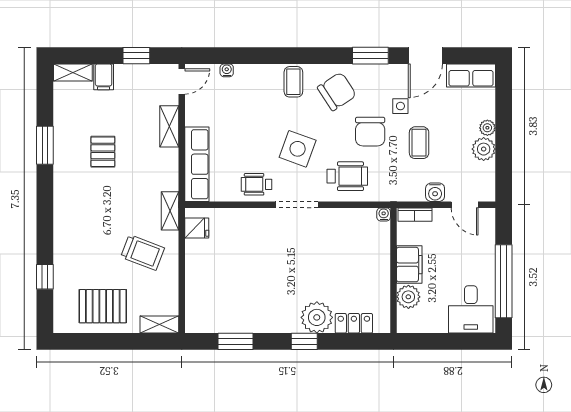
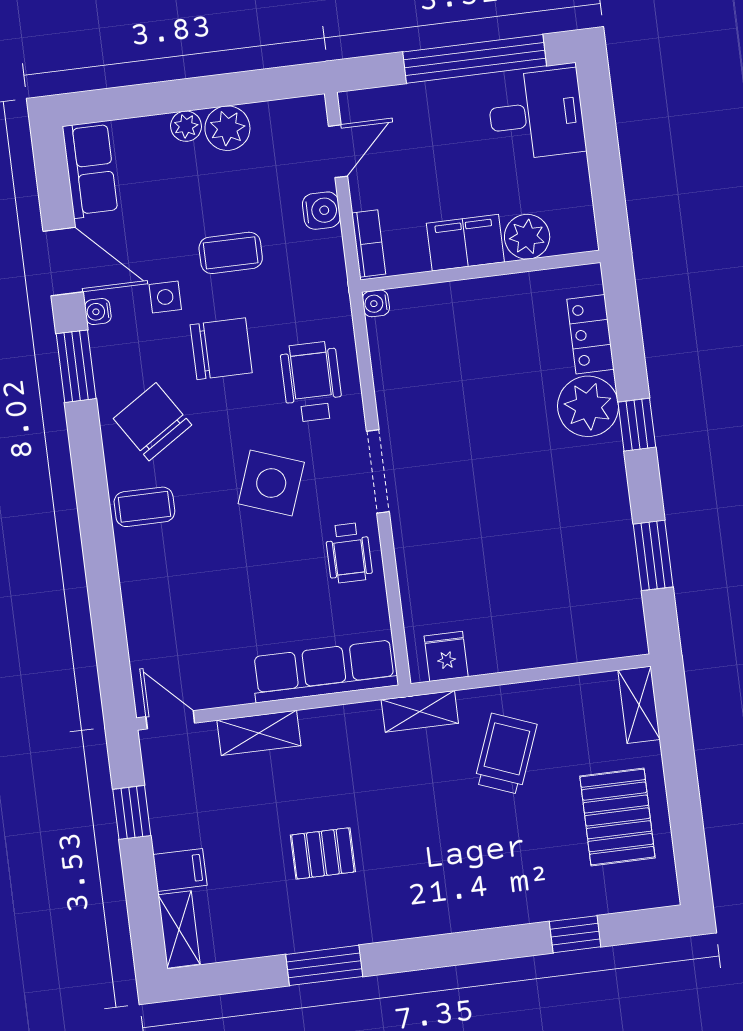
water cooler: (227, 70) -> (98, 312), moved

